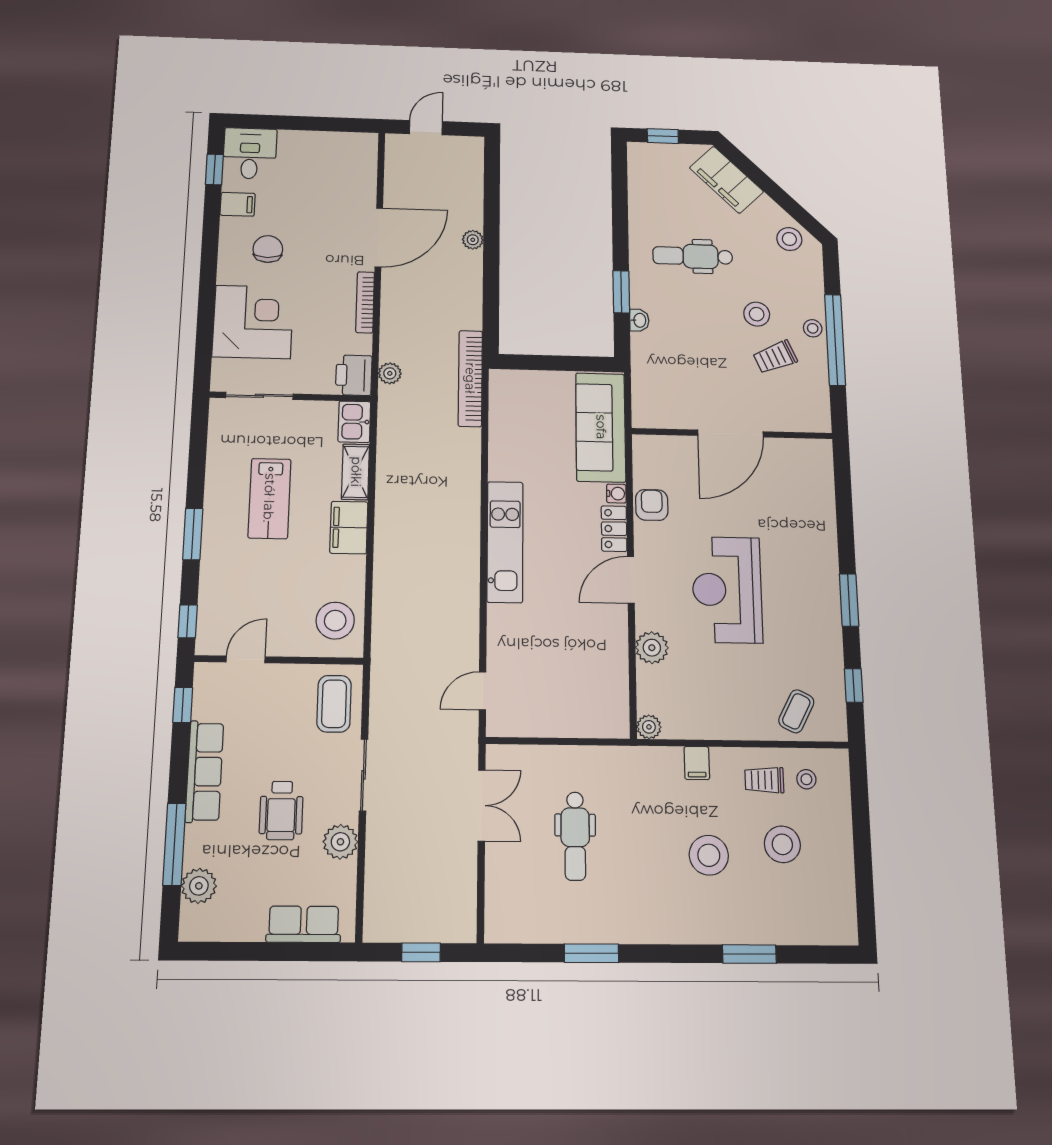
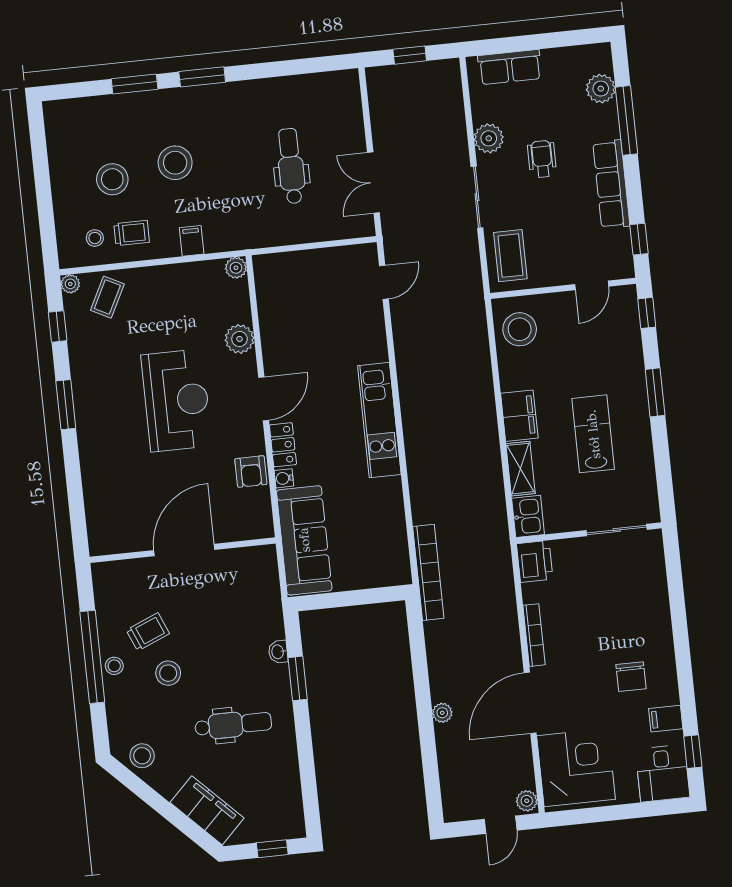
corner desk: (253, 322) -> (576, 768), moved, turned 180
plant: (390, 373) -> (527, 801), moved
plant: (837, 731) -> (70, 284), added
wheelchair: (281, 810) -> (542, 159), width x0.73, depth x0.73
window: (592, 953) -> (202, 77), moved

